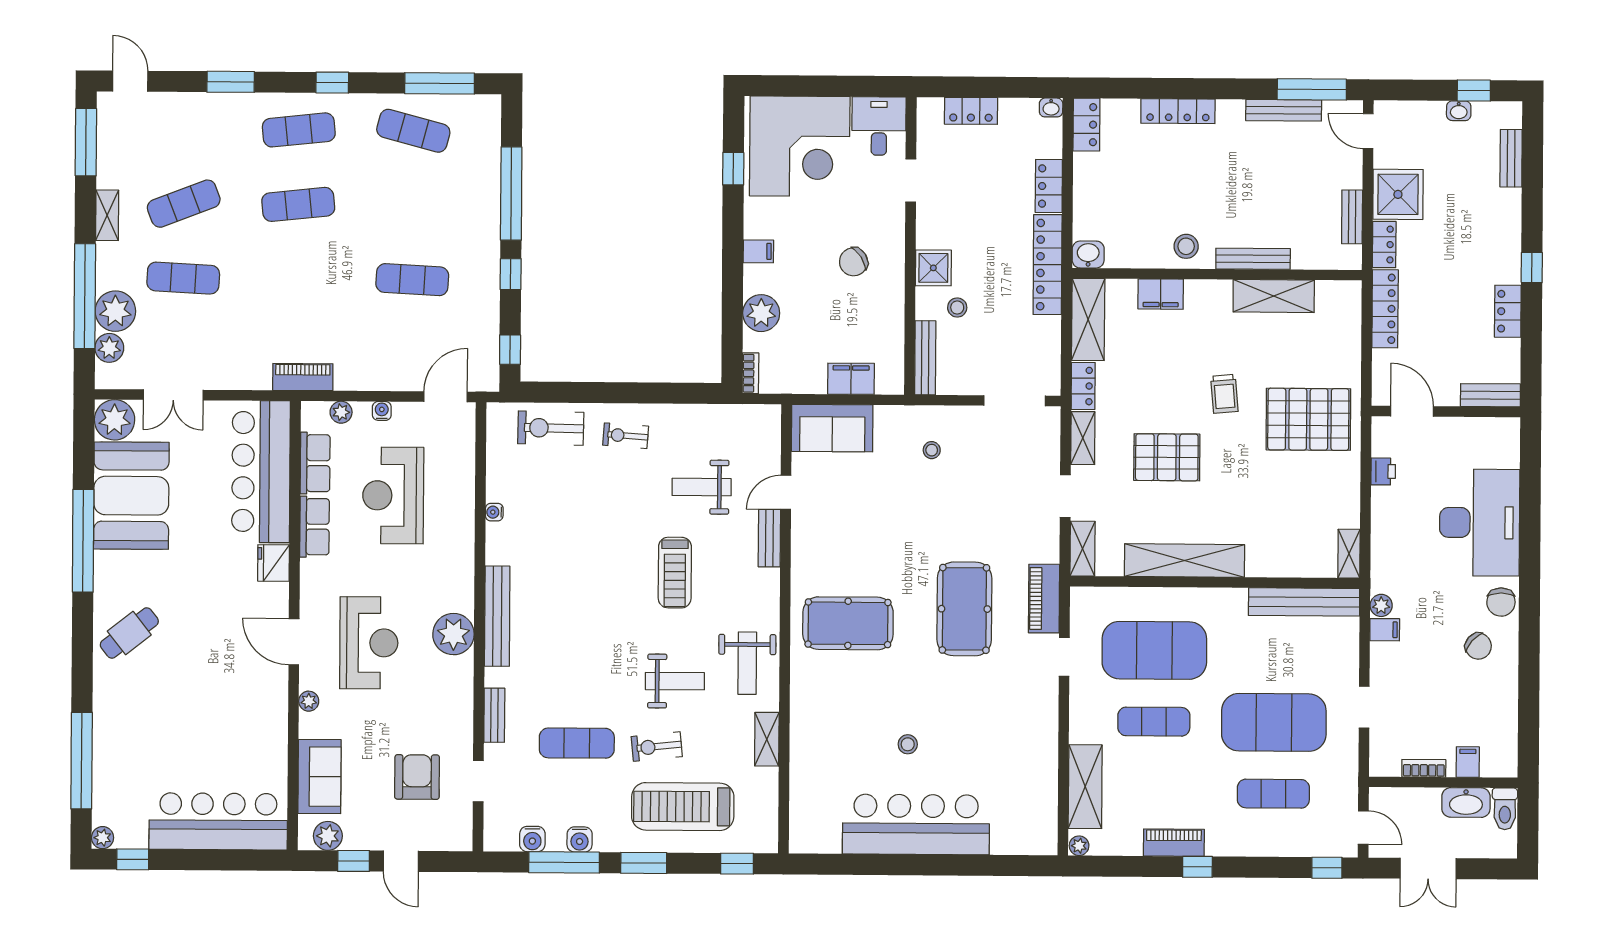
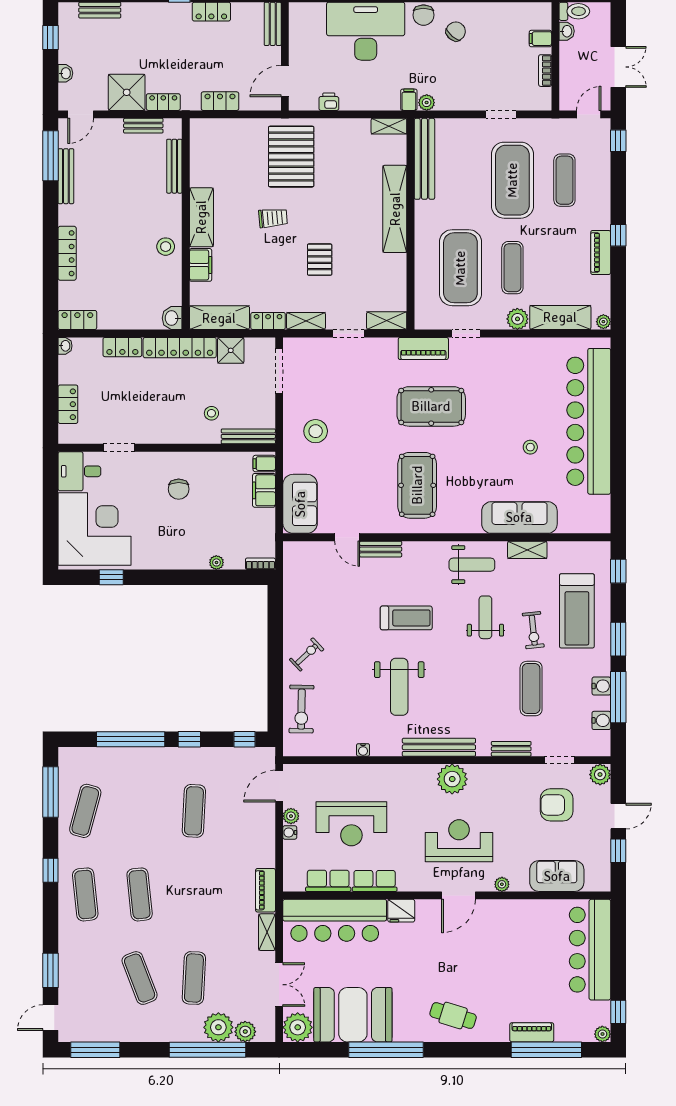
window: (231, 82) -> (51, 970), moved
washbasin: (1459, 111) -> (65, 73), moved
shelving: (107, 215) -> (267, 932), moved, turned 90
filing cabinet: (758, 251) -> (264, 464), moved, turned -90
bench: (1253, 259) -> (174, 166), moved
chair: (854, 262) -> (179, 489), turned 33
shower: (933, 268) -> (231, 350), moved
shelving: (1274, 296) -> (201, 217), moved
locker: (1385, 309) -> (220, 101), width x0.66
plant: (761, 313) -> (216, 562), width x0.53, depth x0.53
door: (445, 397) -> (279, 786), hinge flipped
plant: (341, 412) -> (291, 816), moved
exercise bike: (626, 436) -> (307, 654), turned -137
stool: (932, 450) -> (316, 431), width x1.89, depth x1.89
pallet: (1167, 457) -> (320, 260), width x0.67, depth x0.71
weight bench: (702, 487) -> (399, 687), moved, width x1.36, depth x1.33
shelving: (1184, 560) -> (395, 209), moved
chair: (1501, 602) -> (423, 15), turned 90
pool table: (848, 623) -> (417, 485), moved
filing cabinet: (1385, 630) -> (409, 100), moved
cafe table: (129, 633) -> (453, 1016), turned -35
plant: (1084, 728) -> (517, 319), added
sofa: (811, 729) -> (519, 517), added
piano: (106, 741) -> (532, 1032), added
washbasin: (1466, 802) -> (567, 31), width x0.52, depth x0.69
bar counter: (916, 824) -> (589, 421), width x1.36
plant: (328, 836) -> (600, 775), moved

